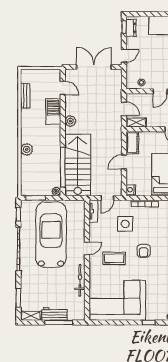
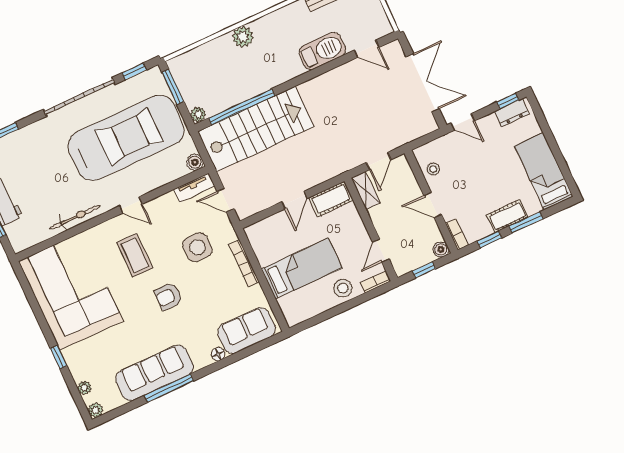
door: (63, 88) -> (367, 49), hinge flipped
plant: (70, 121) -> (320, 85), removed
door: (124, 162) -> (294, 200), swing flipped
nightstand: (131, 190) -> (256, 231), removed
boiler: (80, 205) -> (195, 162), added

